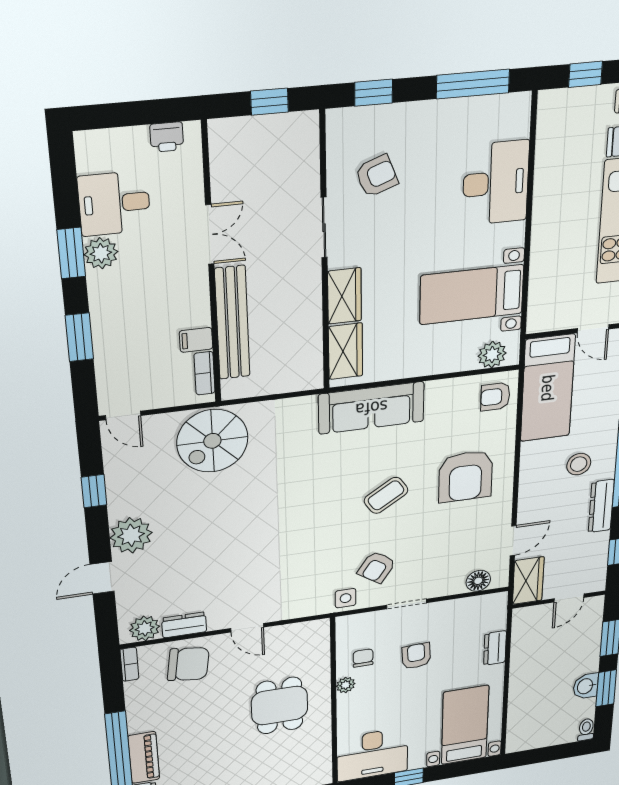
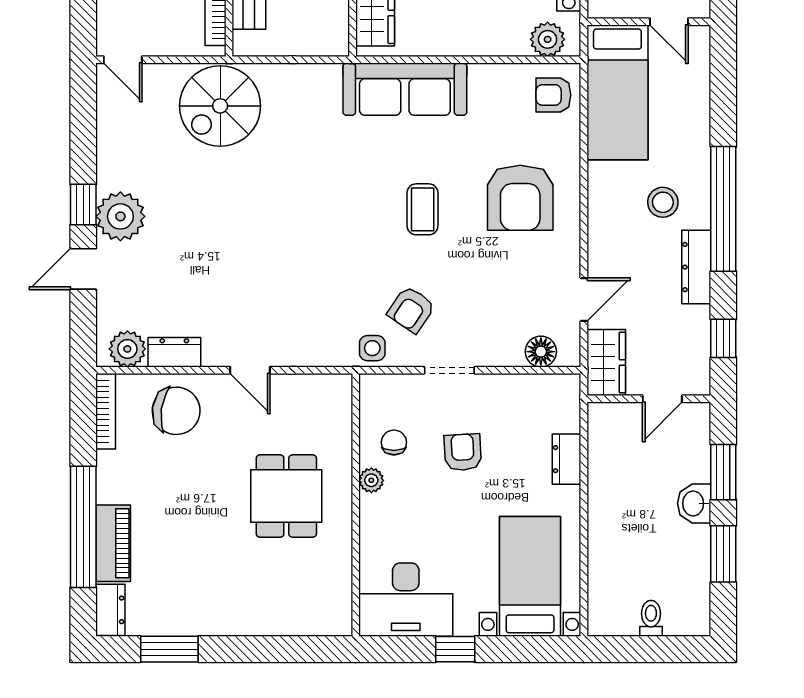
window: (94, 491) -> (83, 205), moved
coffee table: (386, 495) -> (423, 209), turned -57
bookcase: (129, 664) -> (106, 411), width x1.56
washbasin: (586, 686) -> (694, 503), moved
toilet: (586, 730) -> (651, 618), moved

